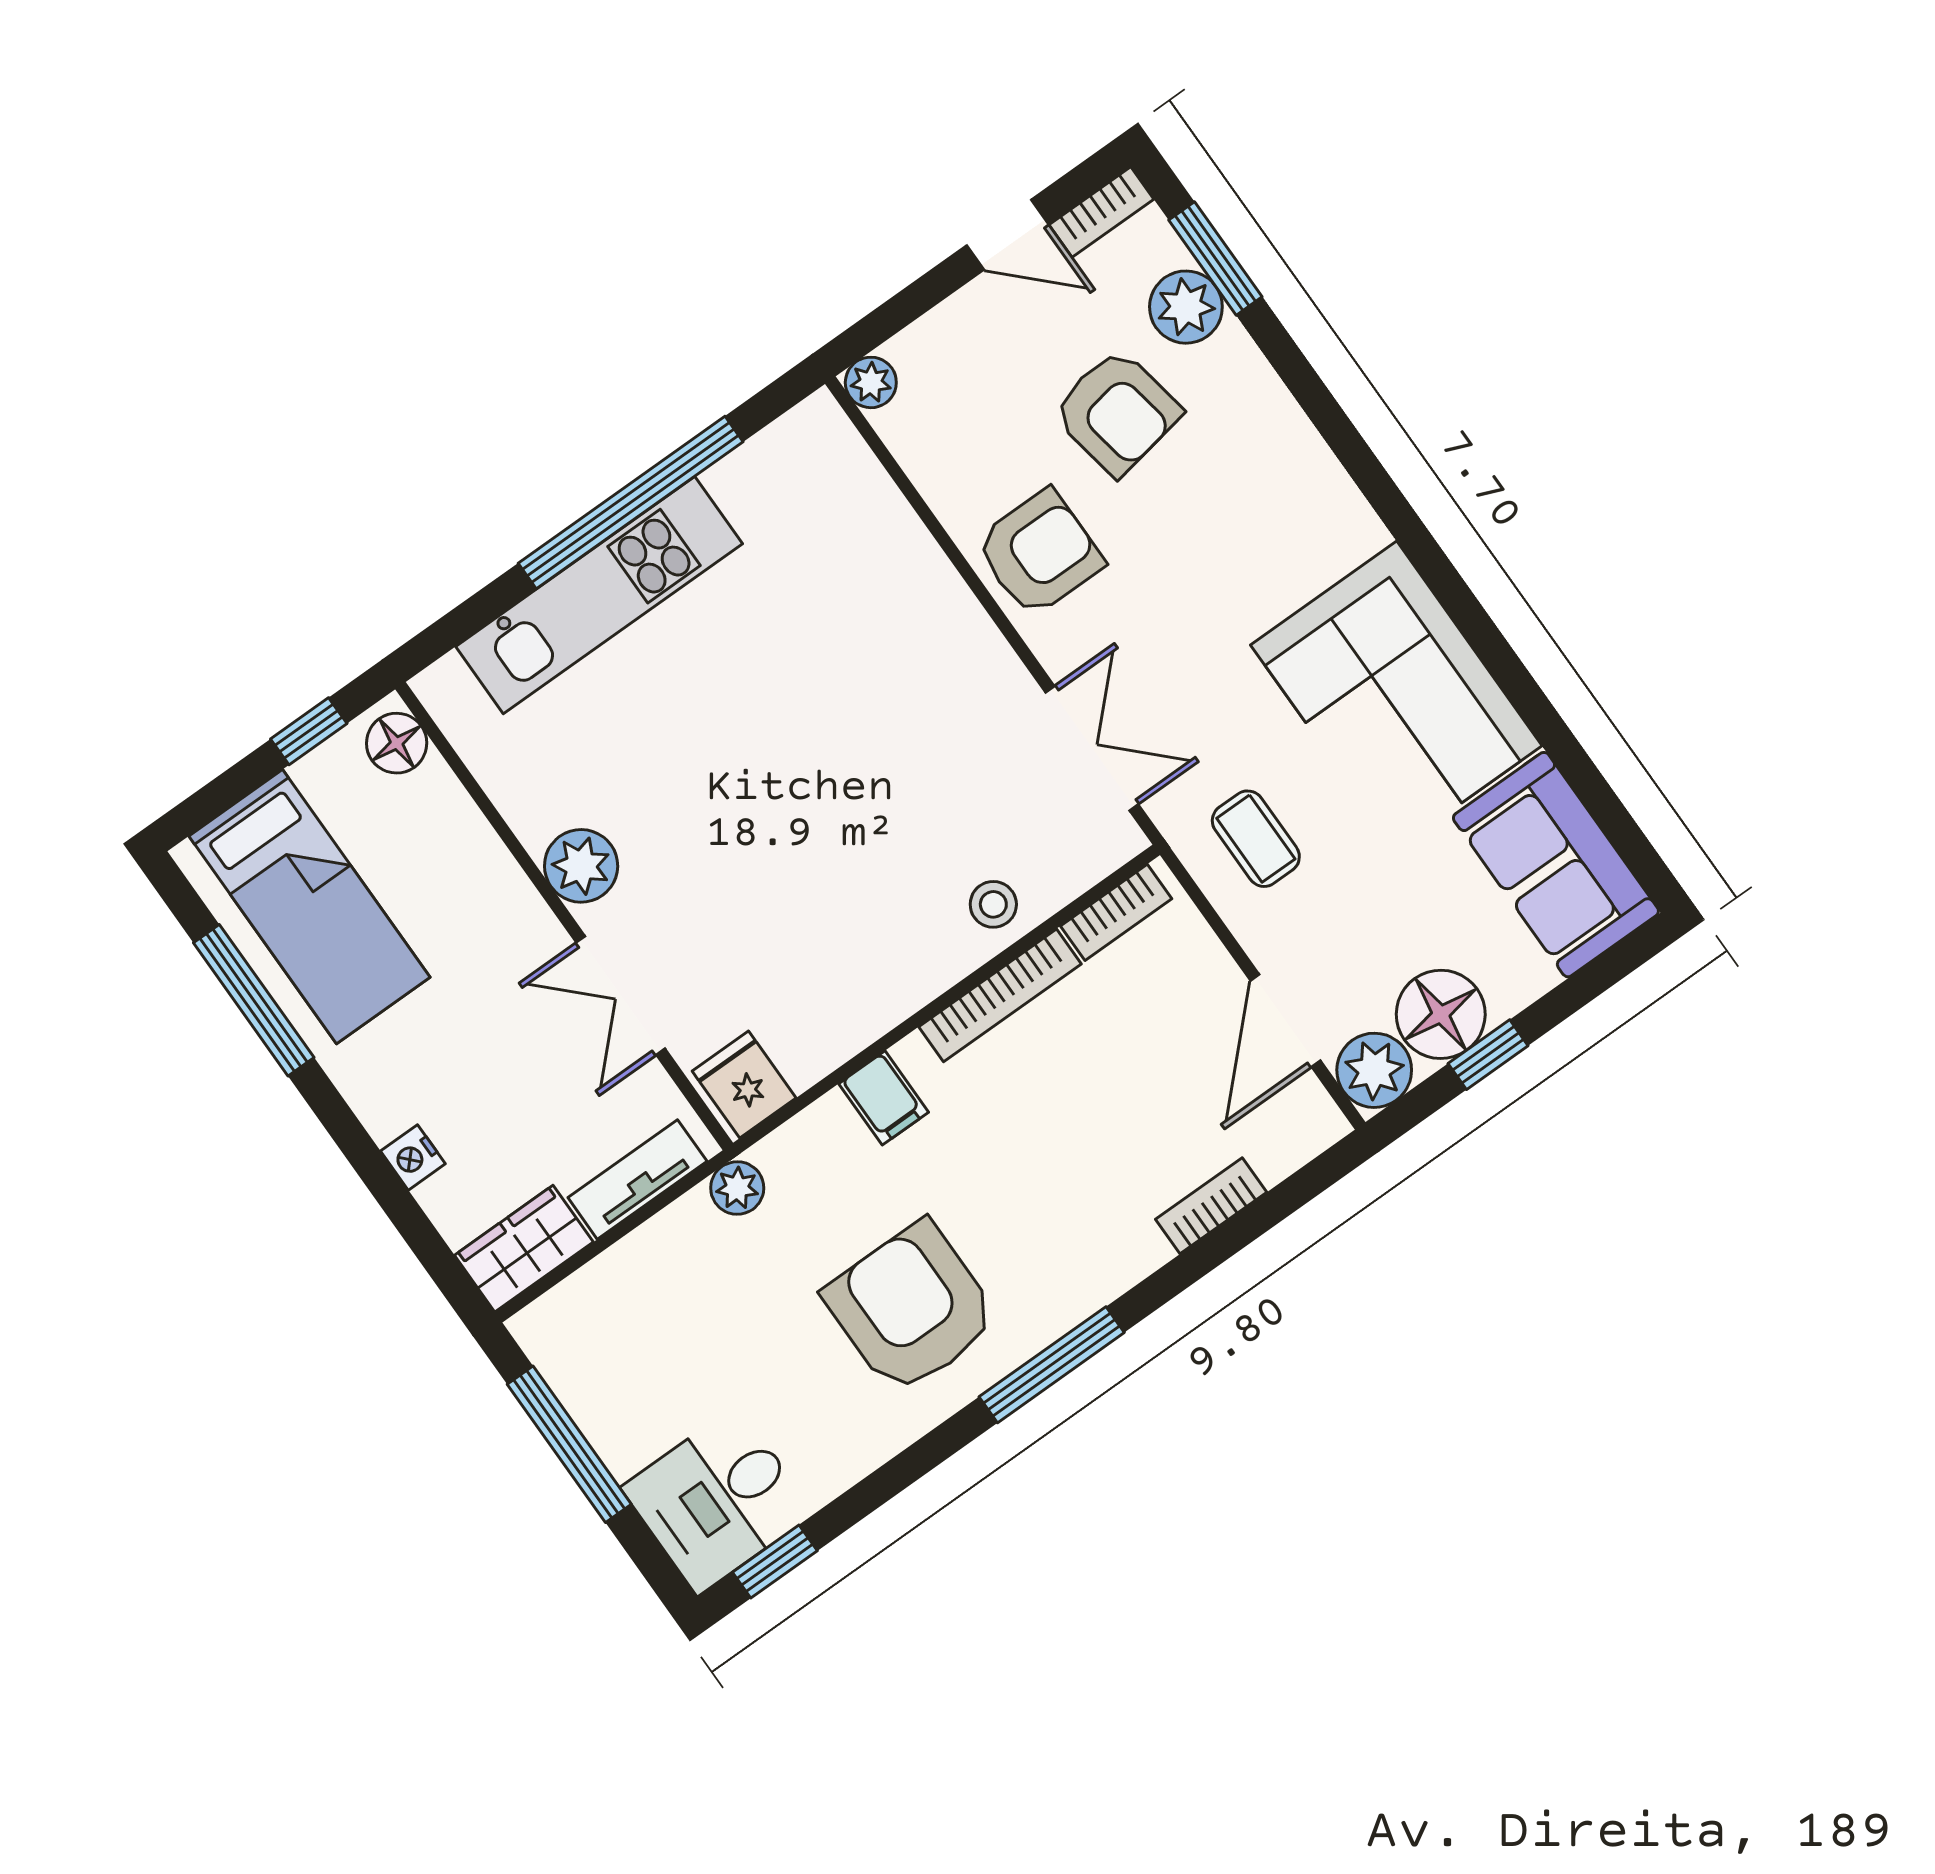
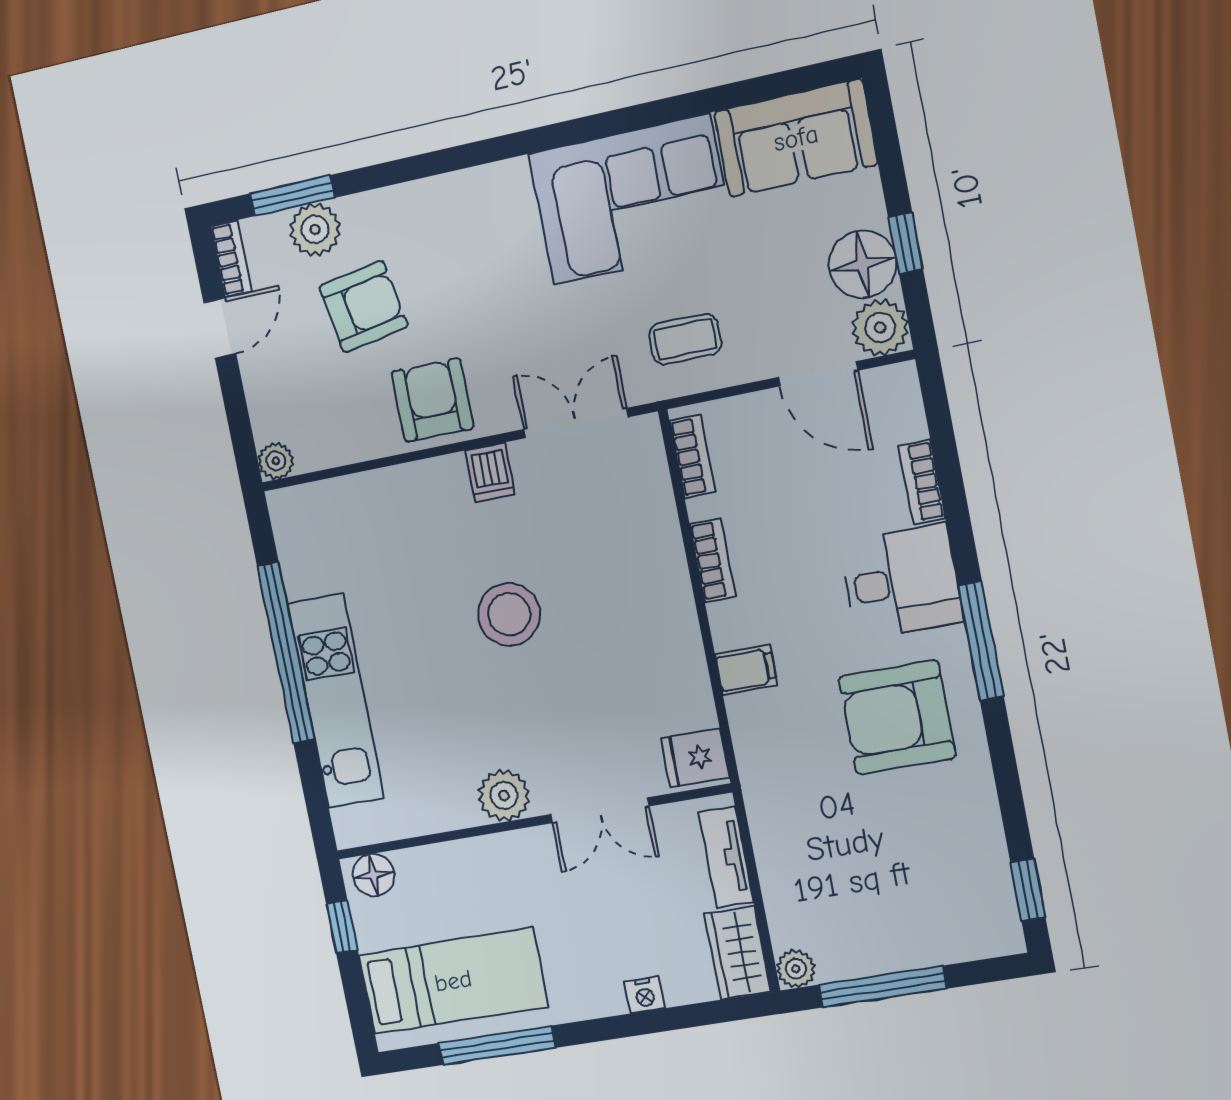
dishwasher: (982, 667) -> (490, 472), added
stool: (993, 904) -> (509, 614), moved, width x1.89, depth x1.89
bookcase: (1000, 995) -> (713, 560), width x0.64
plant: (737, 1188) -> (796, 969), moved
desk: (717, 1500) -> (901, 582), moved, turned -90

